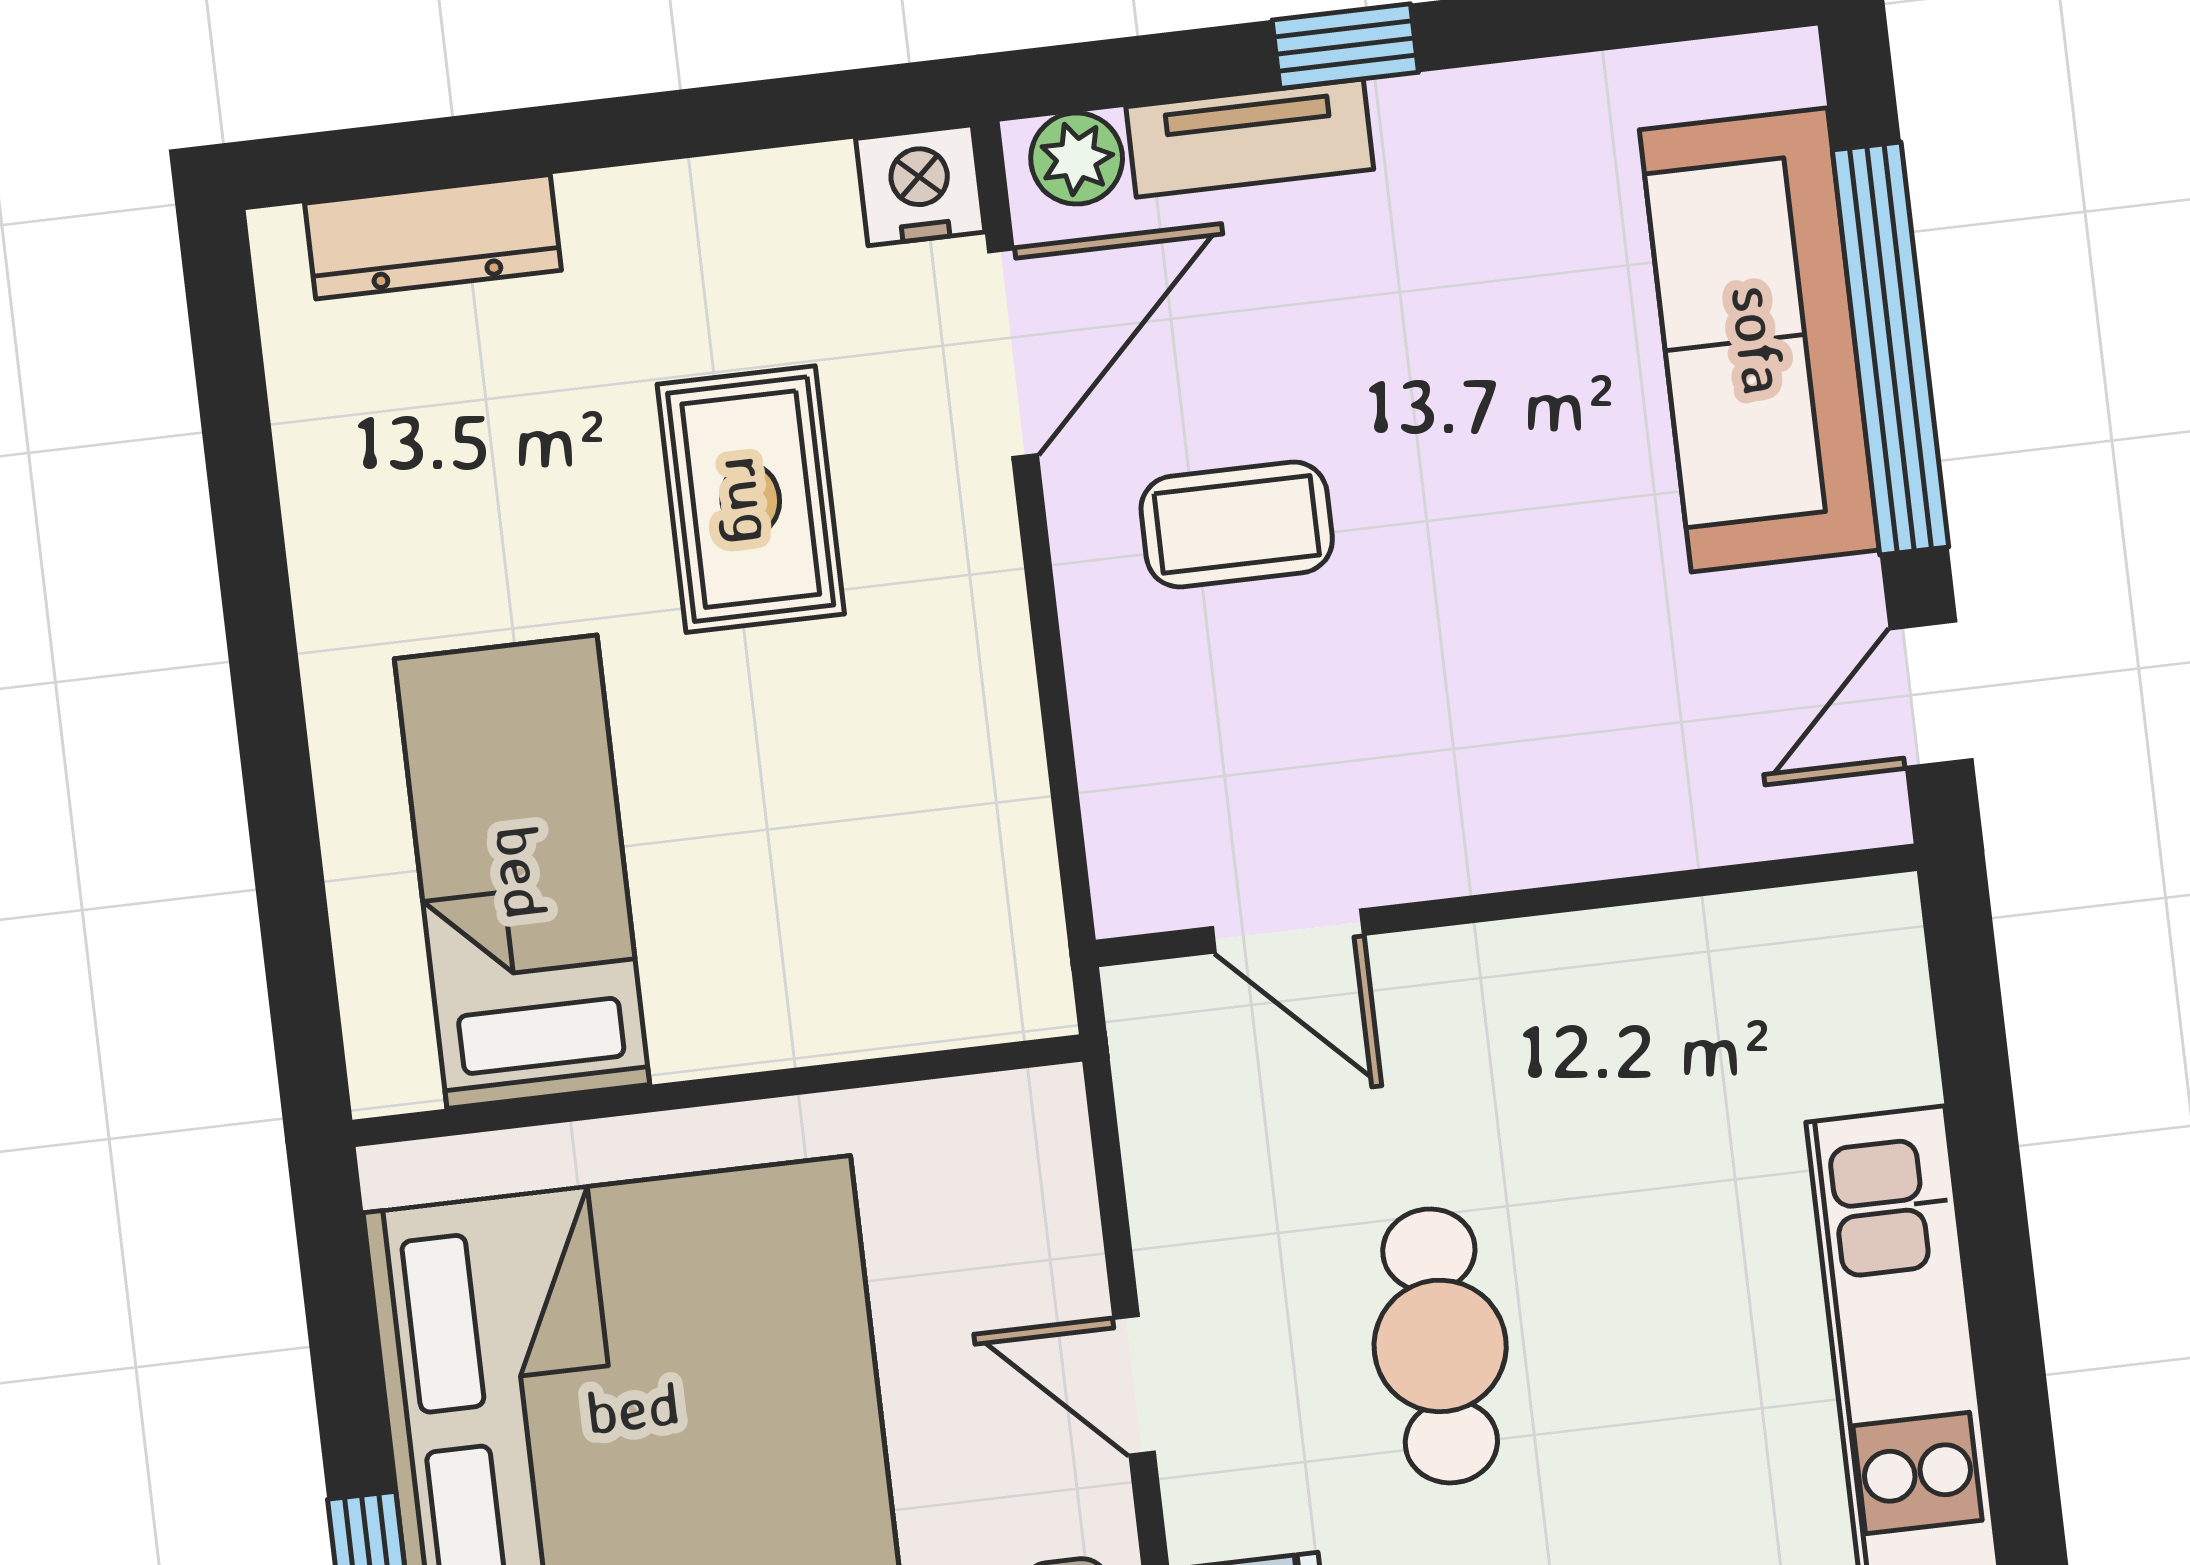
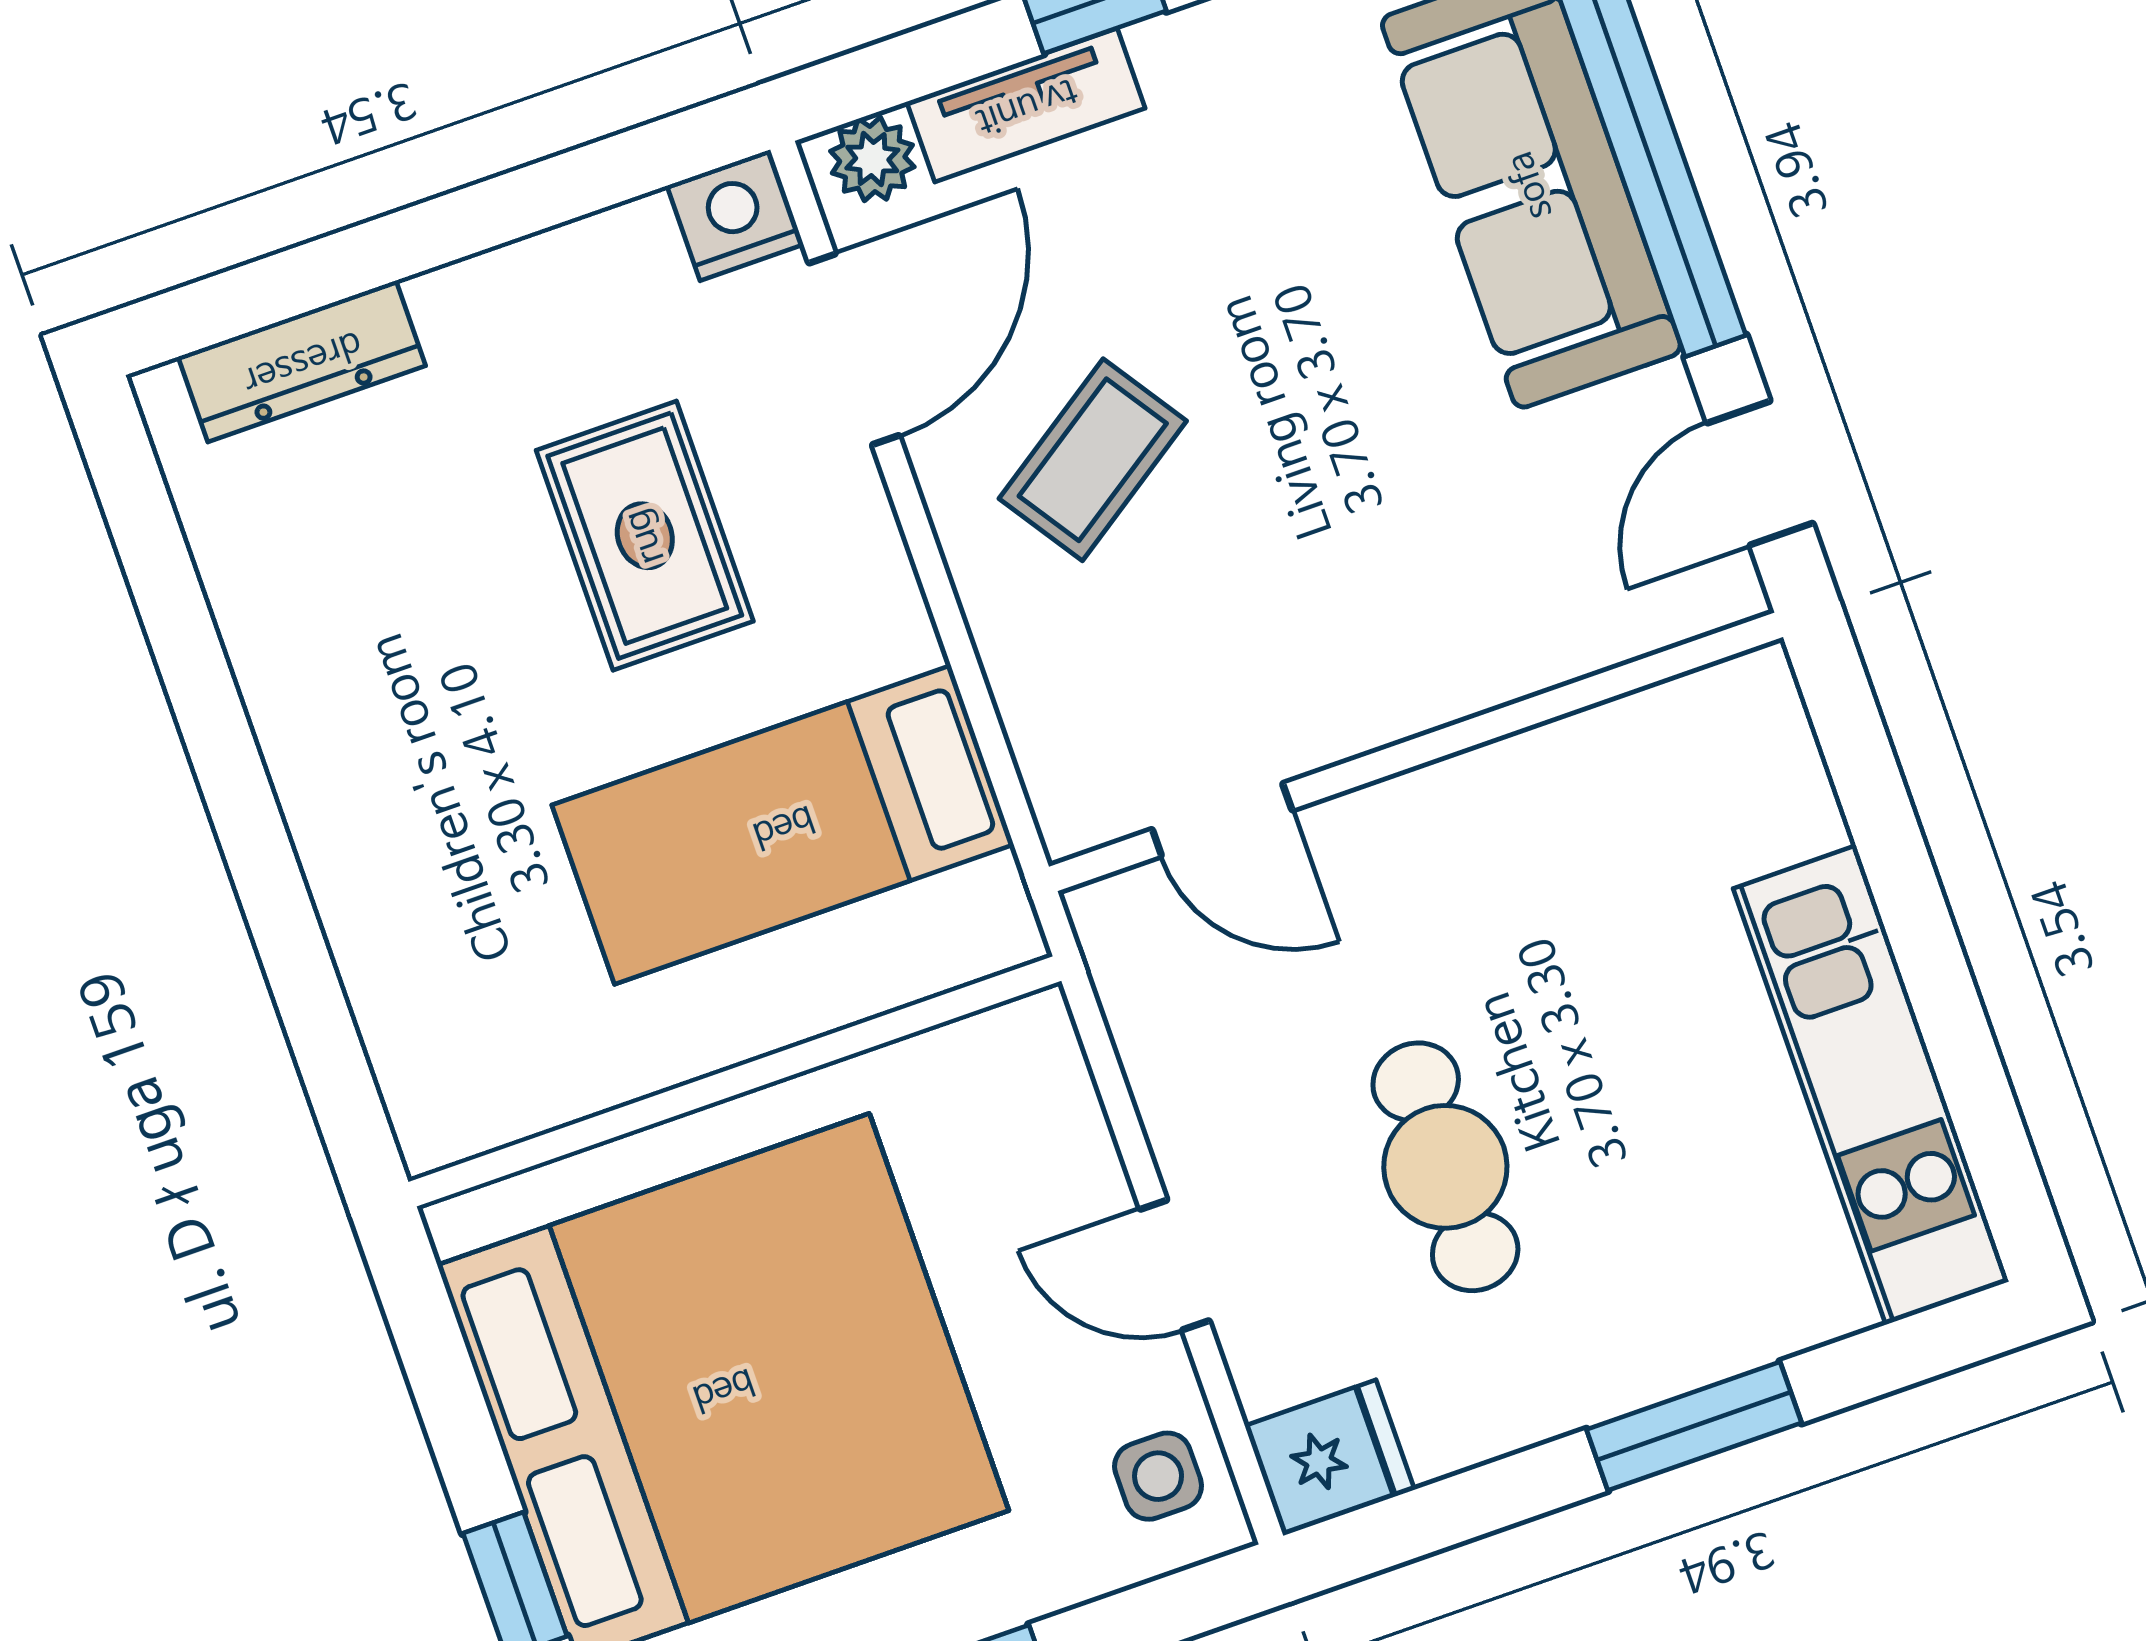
coffee table: (1237, 524) -> (1093, 460), turned -34
bed: (522, 872) -> (783, 825), moved, turned -90

